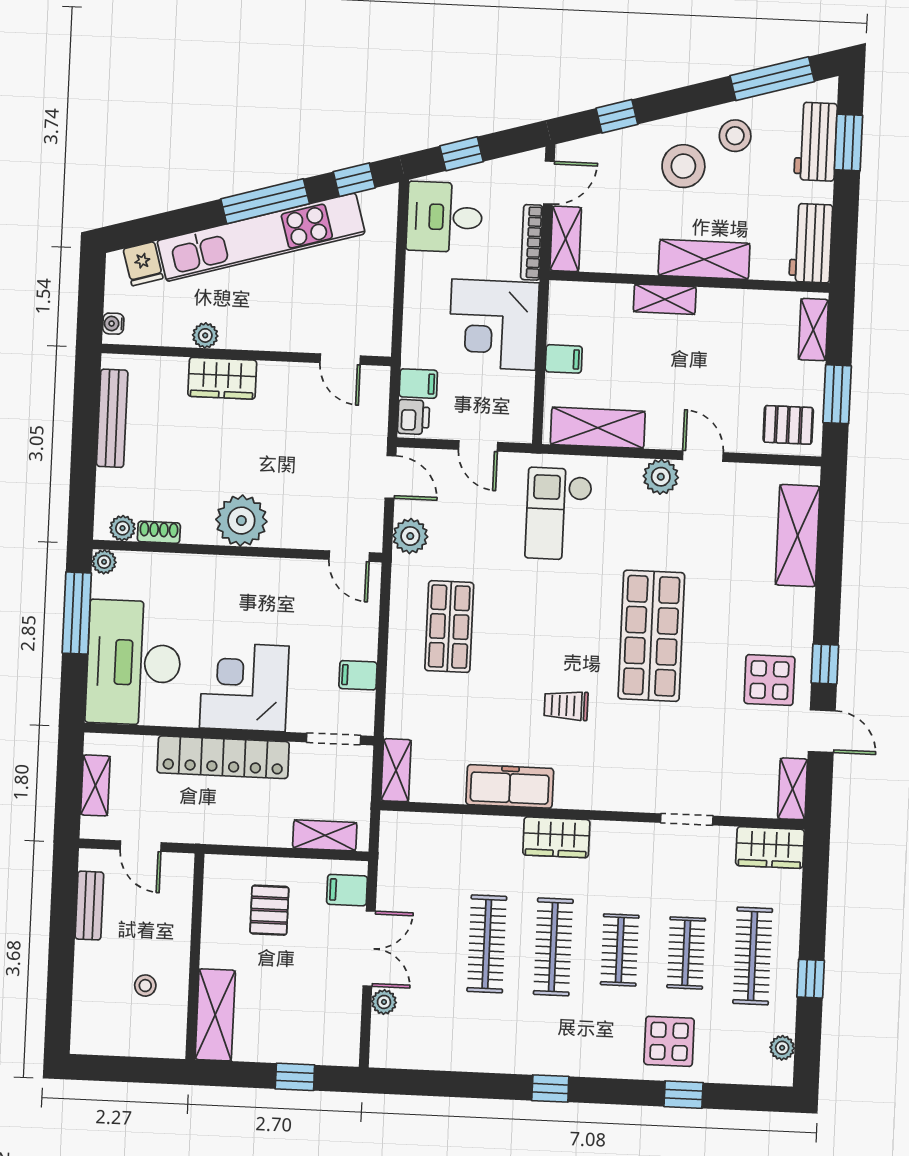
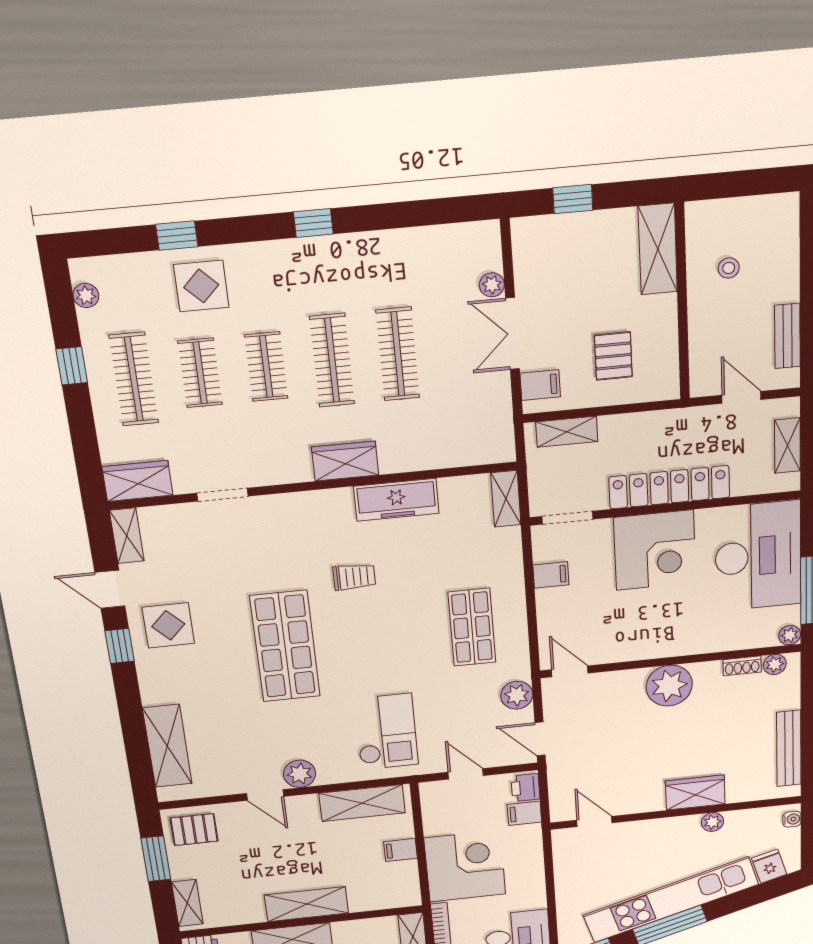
shelving: (665, 299) -> (307, 904), width x1.50, depth x1.33

